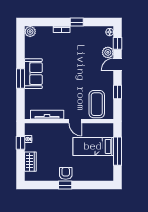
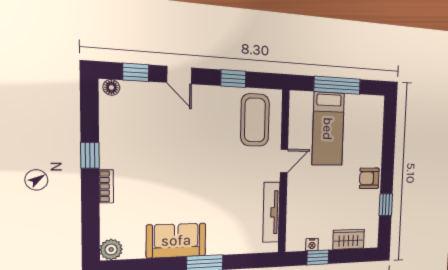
plant: (108, 52) -> (155, 93), removed
sofa: (33, 74) -> (176, 240), moved
coffee table: (97, 104) -> (255, 120), turned 90
window: (65, 185) -> (386, 205), moved

